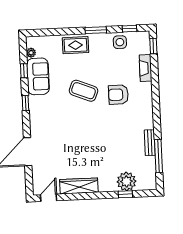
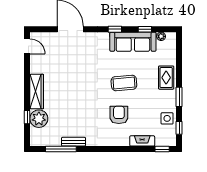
sofa: (38, 76) -> (133, 42), width x1.36
coffee table: (84, 91) -> (124, 83), turned 63
wardrobe: (79, 186) -> (37, 92), moved

